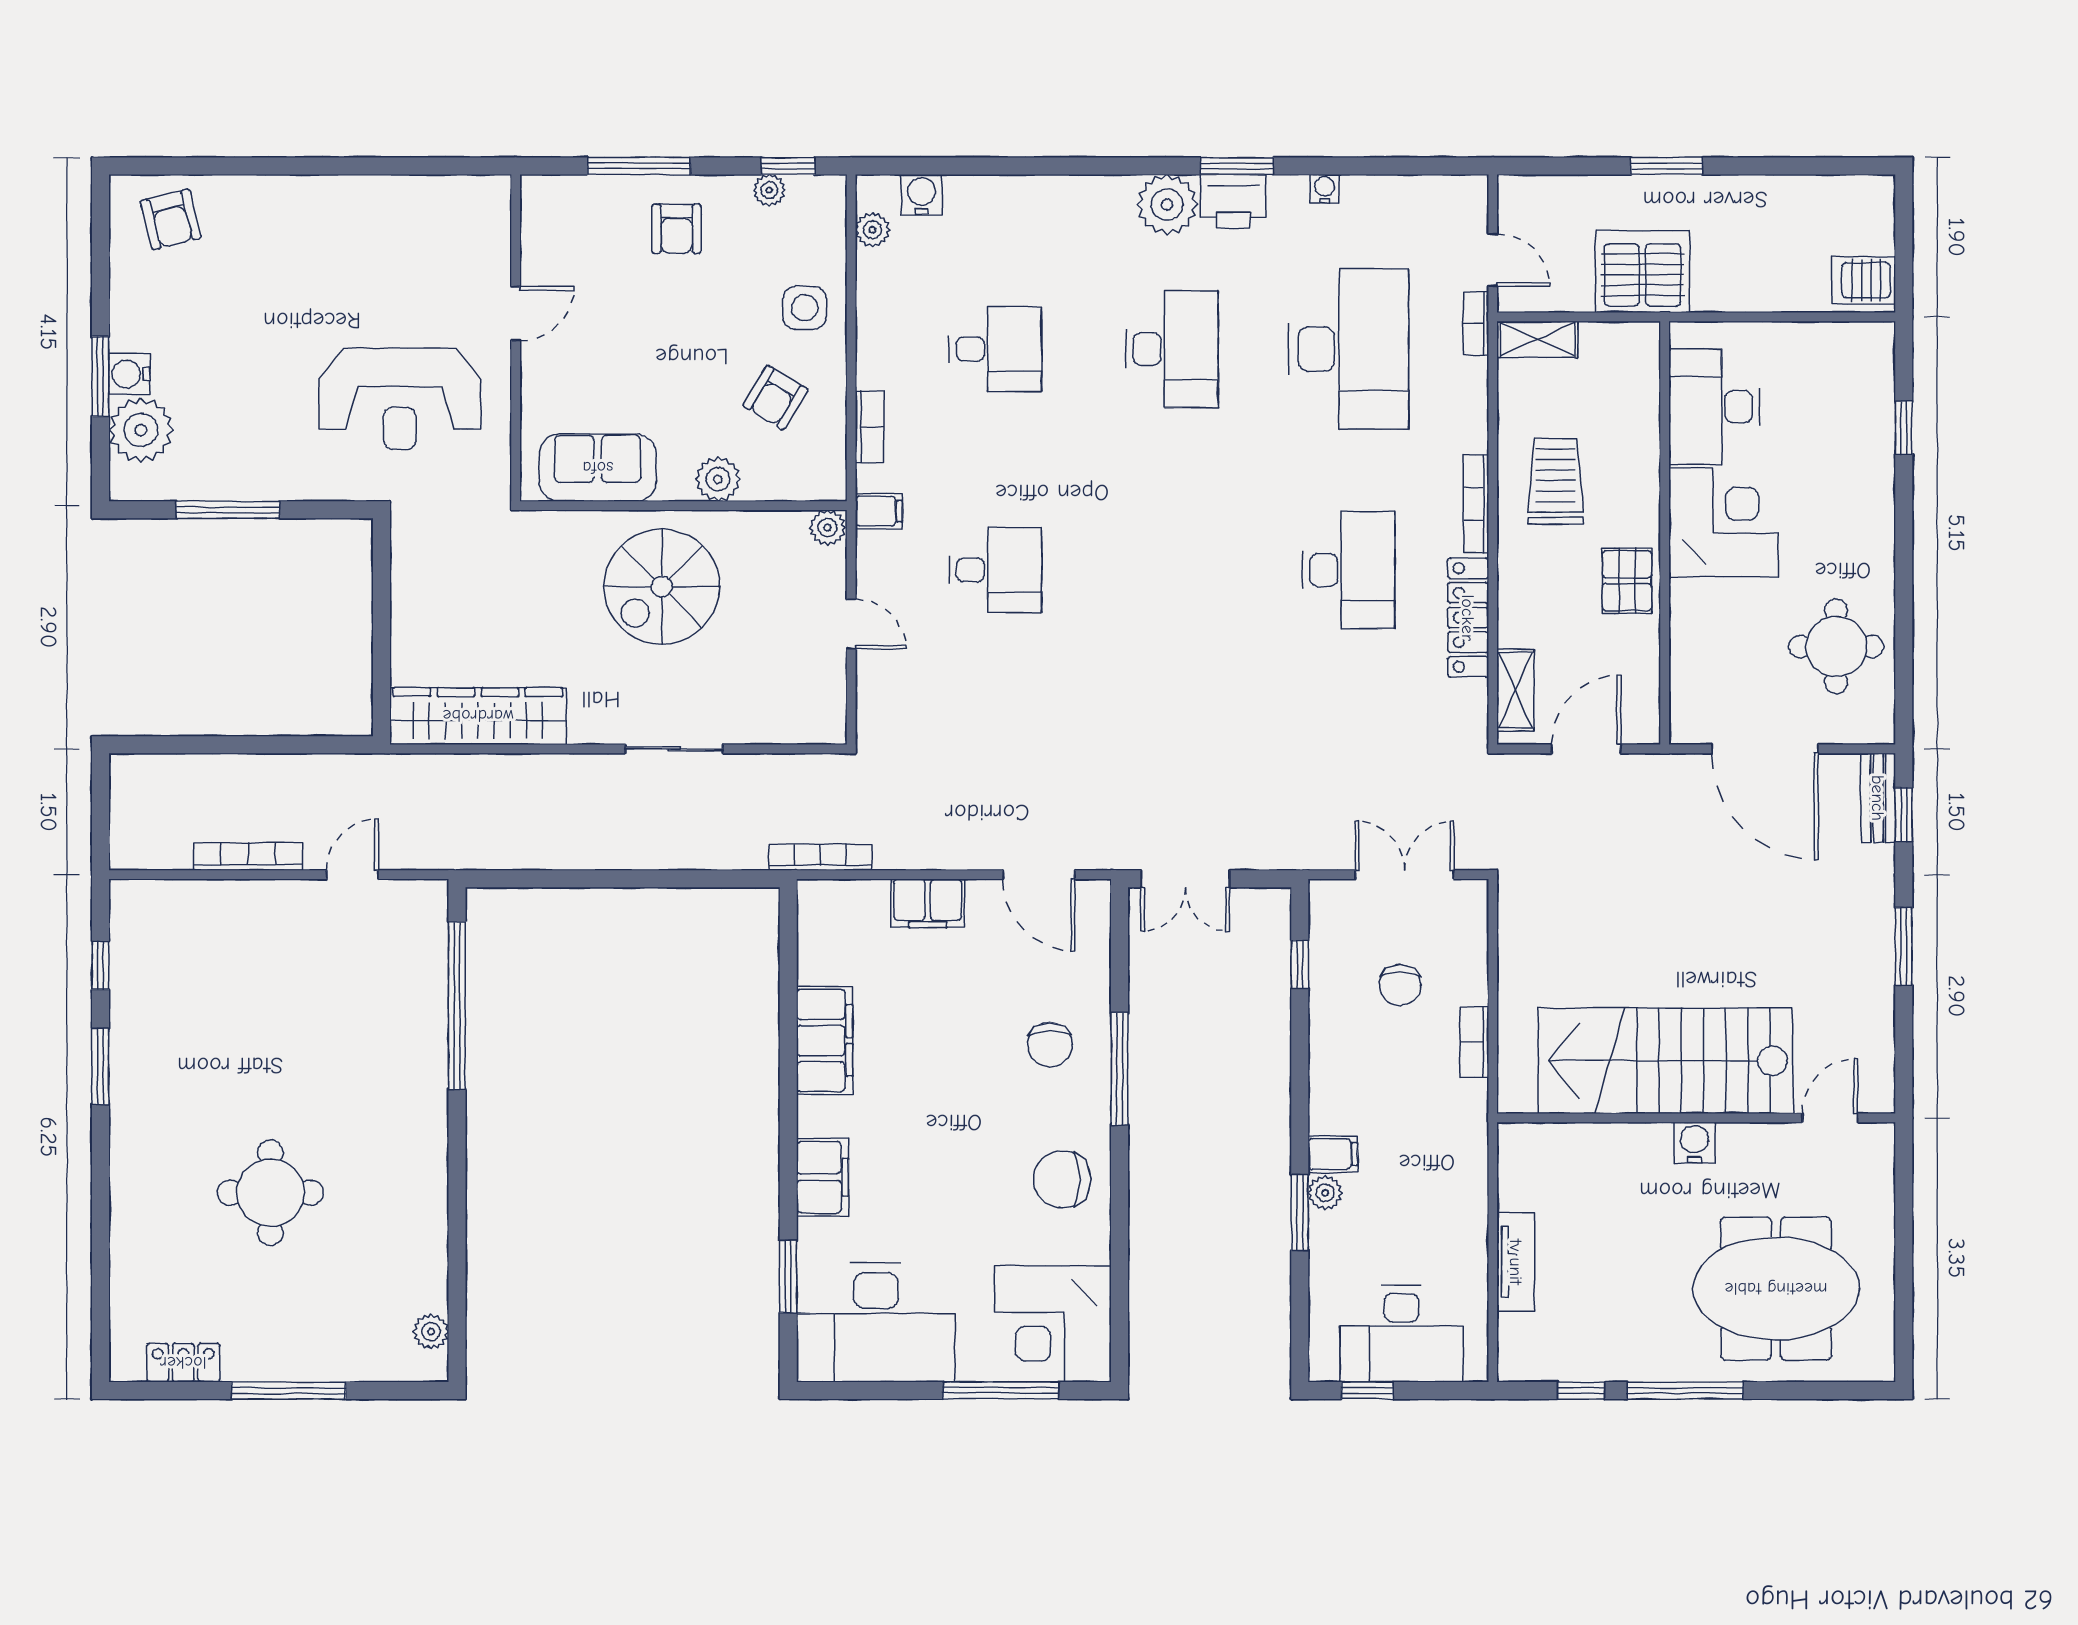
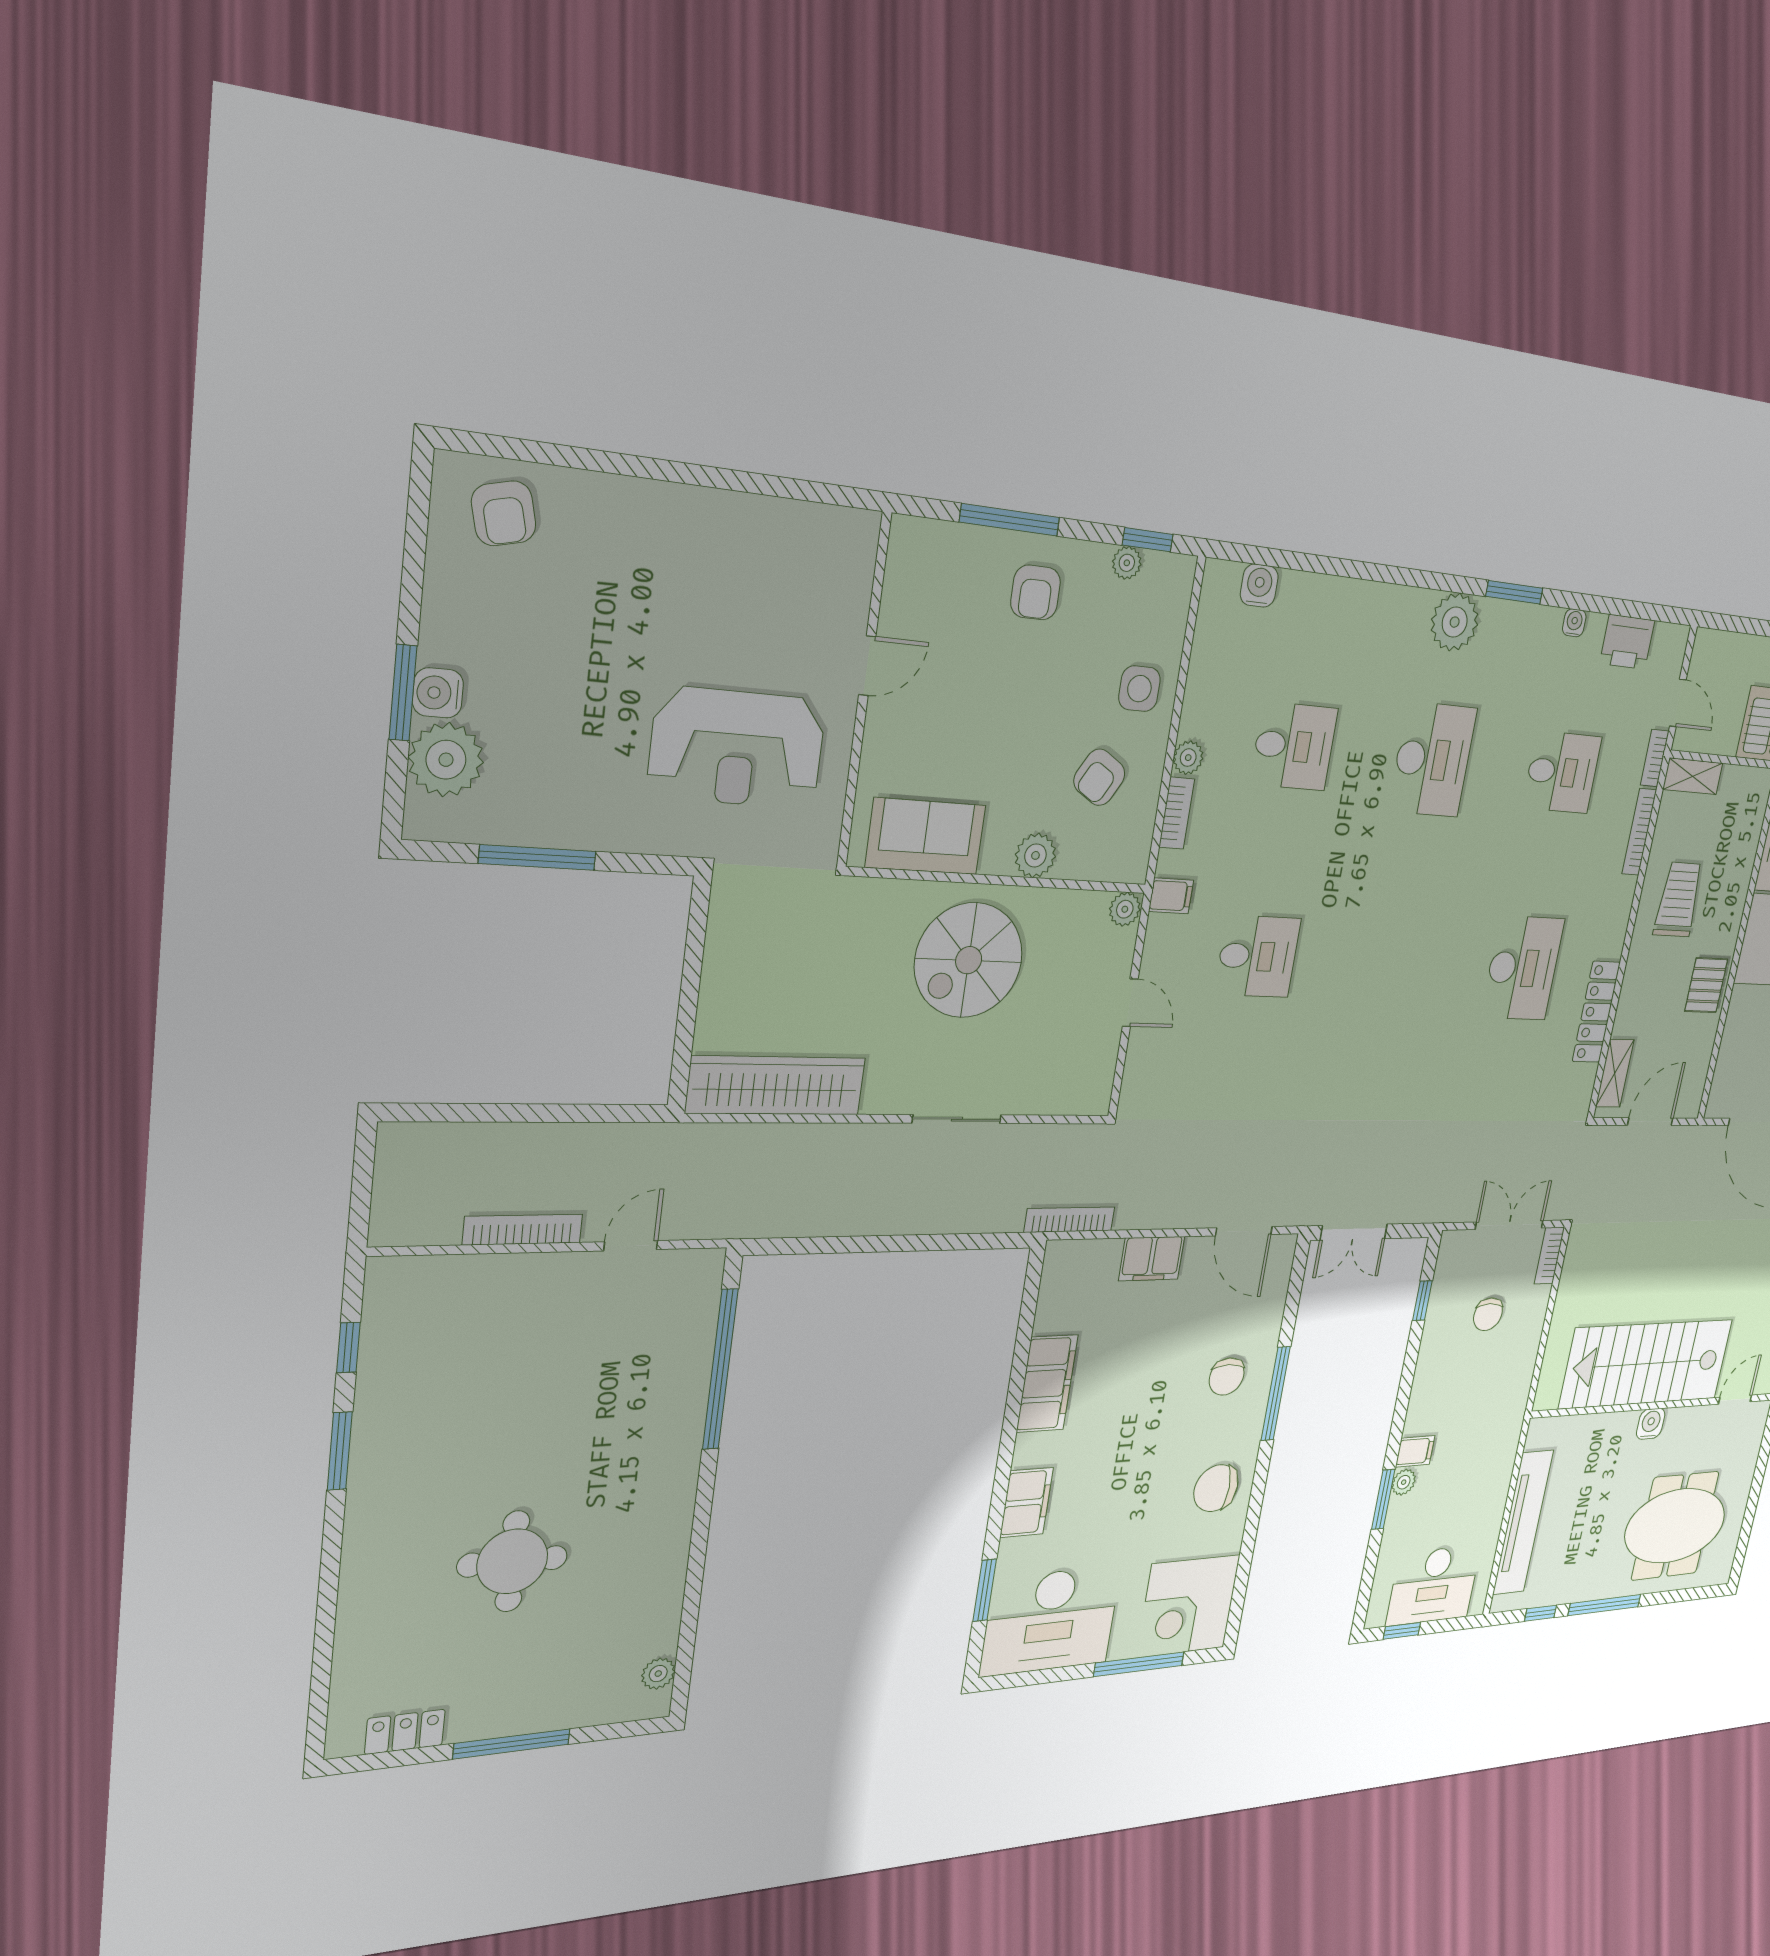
printer: (1233, 201) -> (1627, 642), moved
plant: (872, 230) -> (1188, 758), moved
desk: (1349, 349) -> (1562, 772), width x0.53, depth x0.77
bookcase: (1476, 504) -> (1639, 832), moved
bookcase: (1474, 1042) -> (1549, 1256), moved
tv unit: (1516, 1262) -> (1523, 1523), width x1.92, depth x1.29

